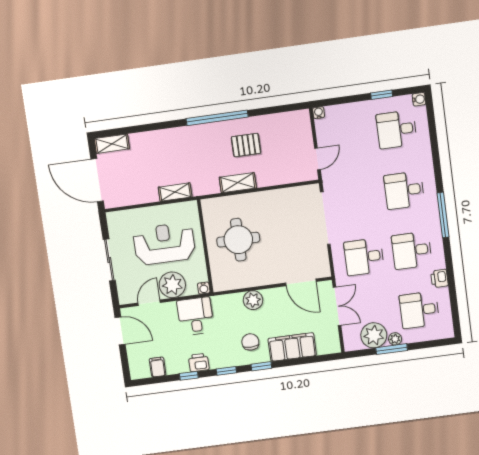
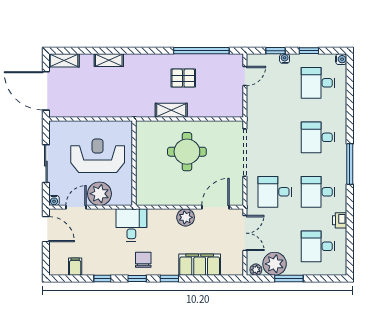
window: (344, 100) -> (275, 51), added
water cooler: (319, 113) -> (285, 59), moved
window: (217, 118) -> (201, 51), moved
door: (317, 159) -> (245, 76), moved
shelving: (175, 192) -> (109, 60), moved
round table: (238, 240) -> (187, 152), moved
door: (301, 282) -> (215, 207), swing flipped
water cooler: (204, 288) -> (54, 200), moved
plant: (253, 300) -> (186, 217), moved
desk: (195, 316) -> (131, 225), moved
plant: (395, 339) -> (256, 270), moved
chair: (250, 342) -> (143, 260), moved
printer: (199, 363) -> (113, 268), removed

